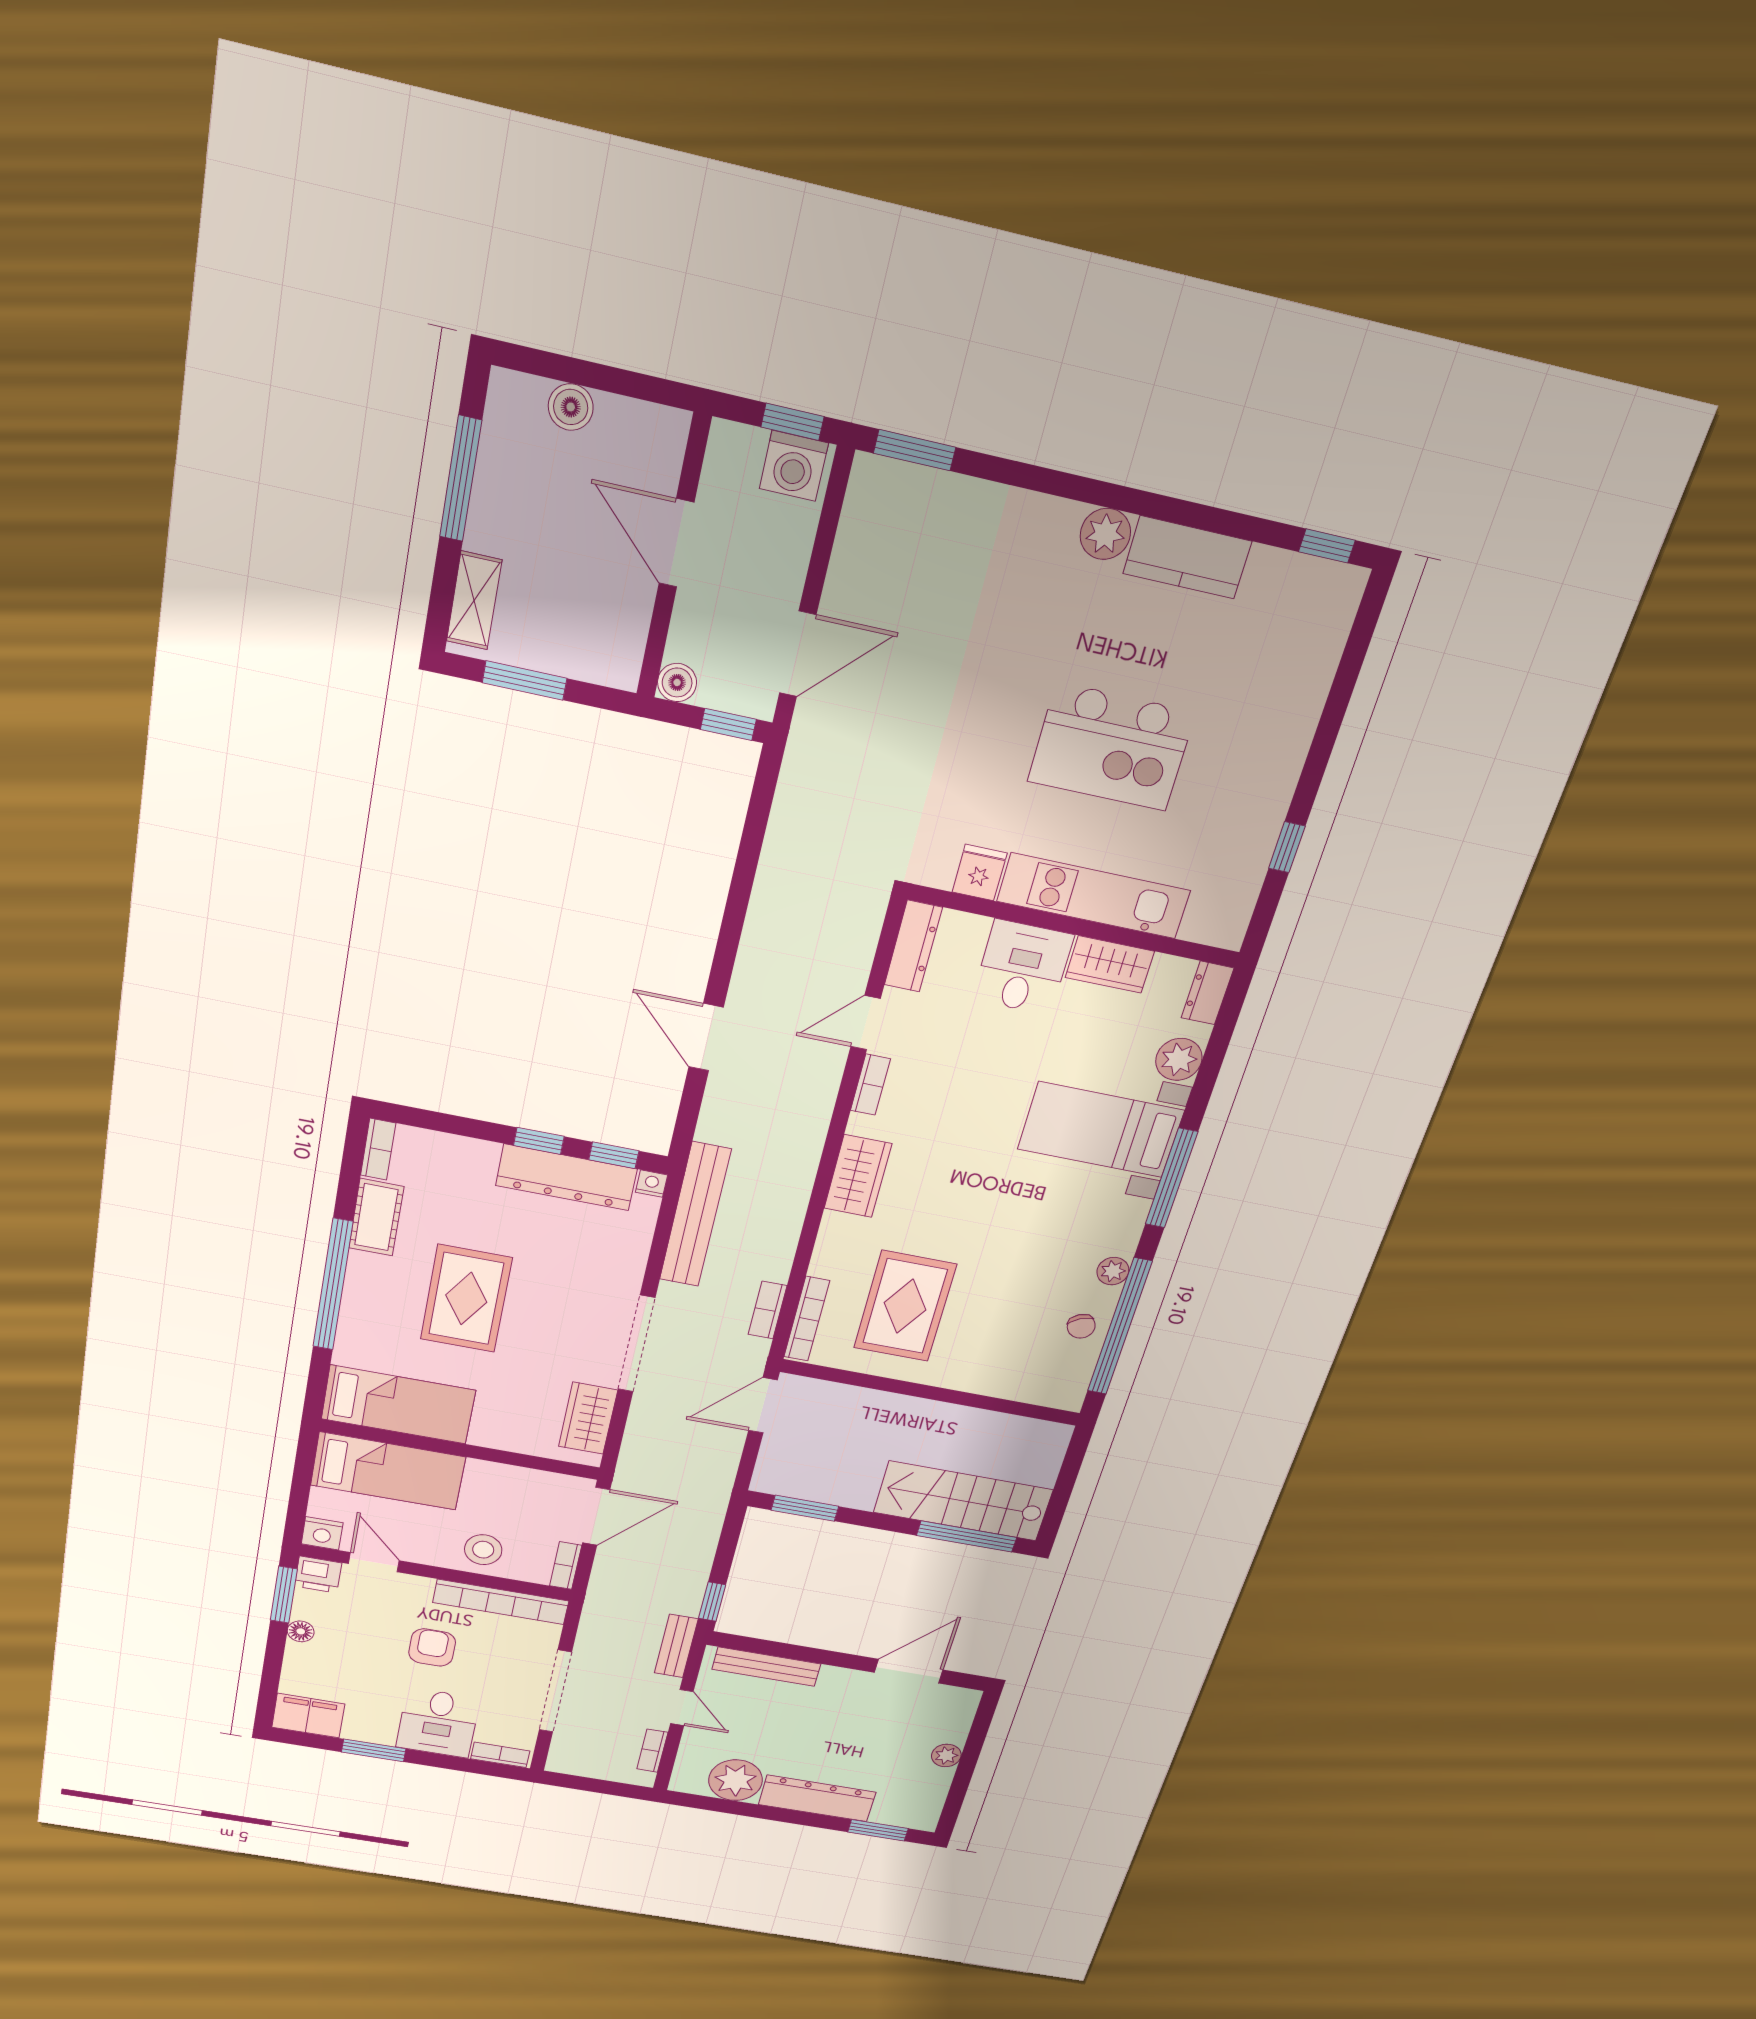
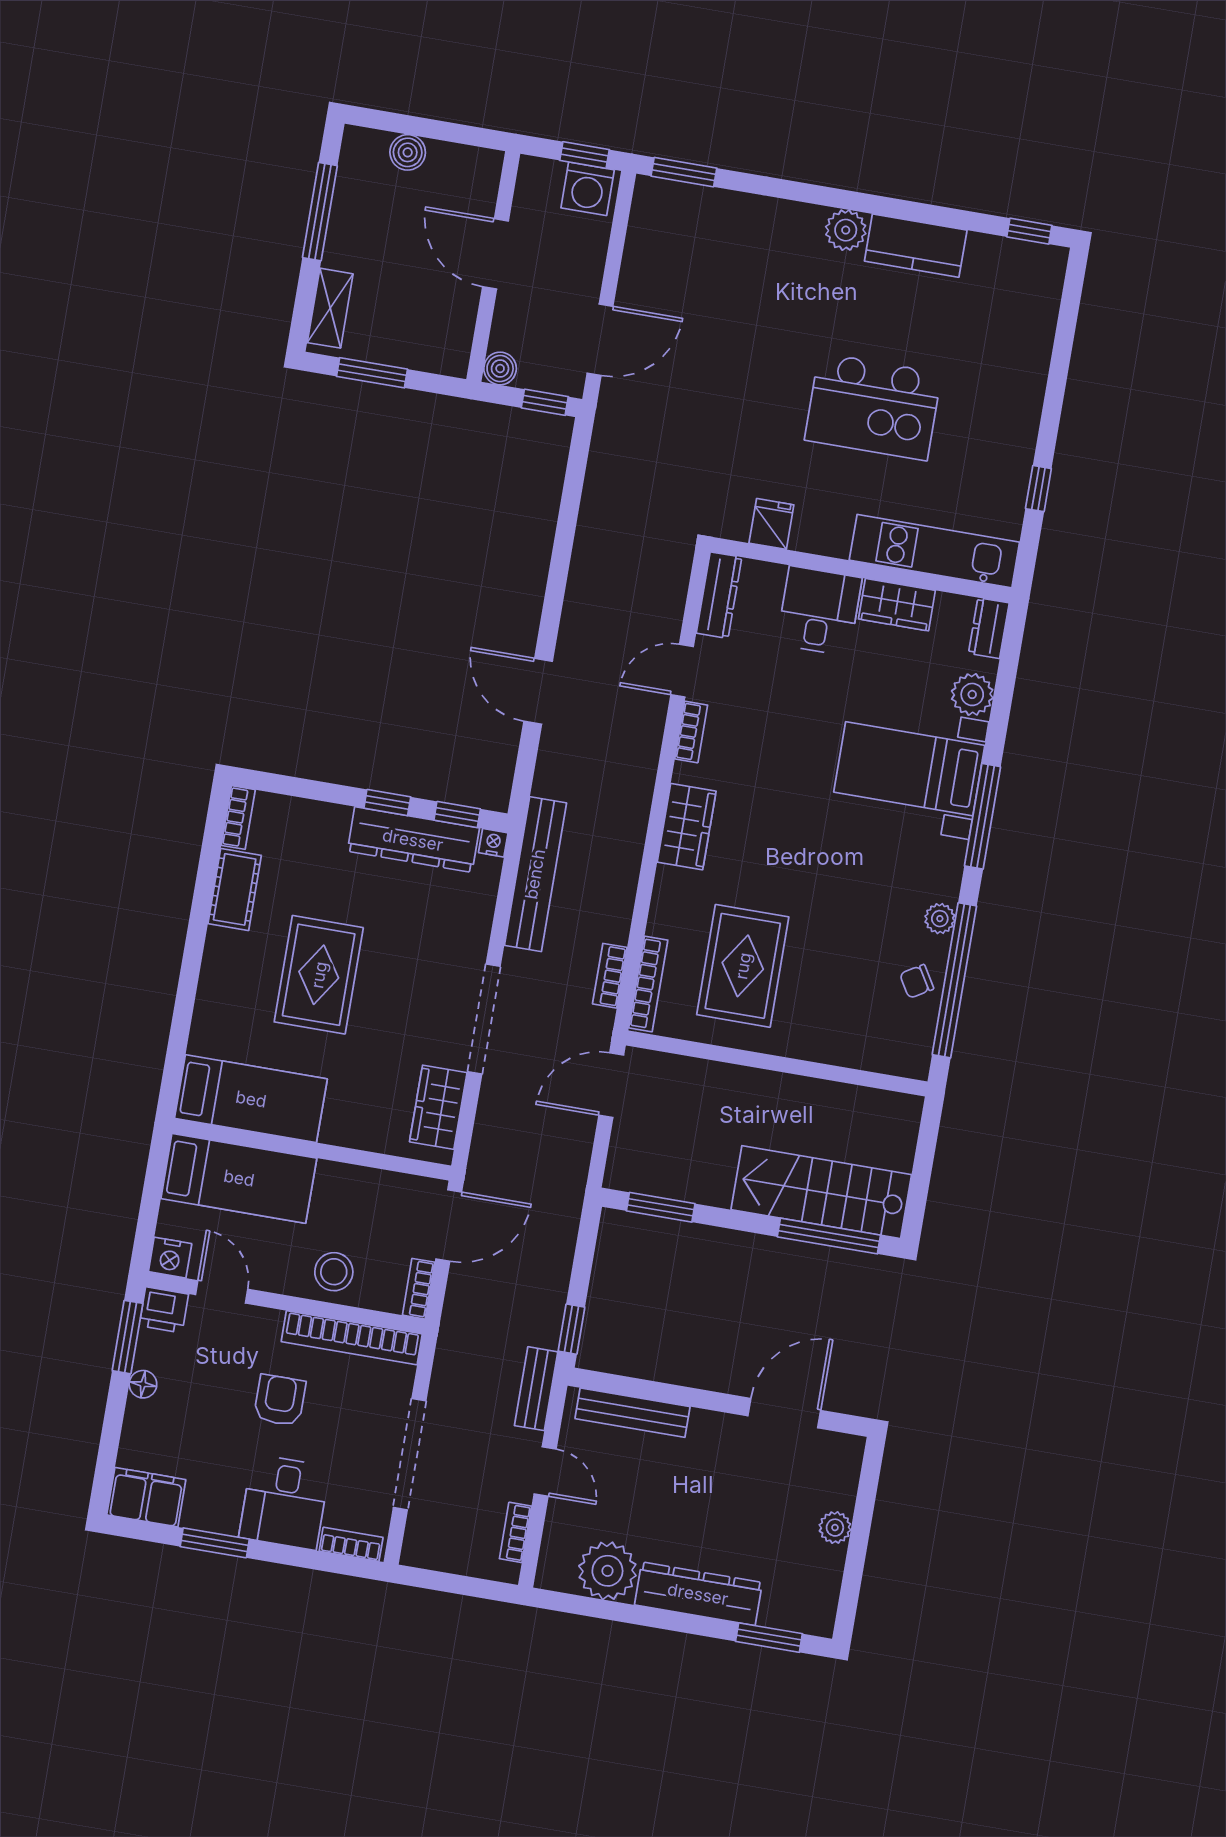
kitchen unit: (1094, 896) -> (934, 551), moved
window: (333, 1285) -> (191, 965), removed
chair: (1081, 1326) -> (917, 981), turned 84

